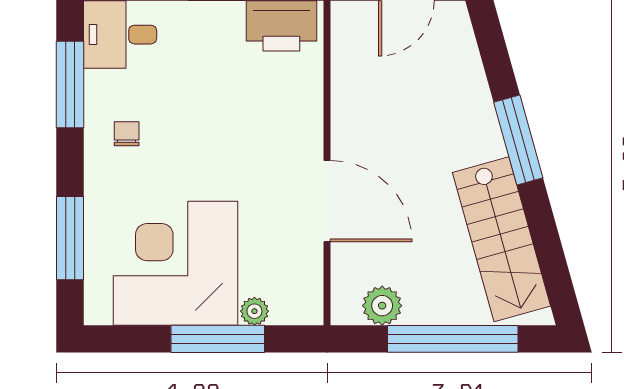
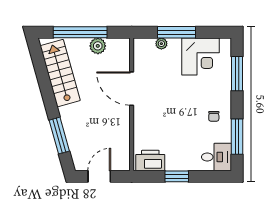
window: (518, 140) -> (59, 136), moved
corner desk: (175, 263) -> (201, 57), width x0.74, depth x0.74
plant: (382, 306) -> (98, 46), moved

